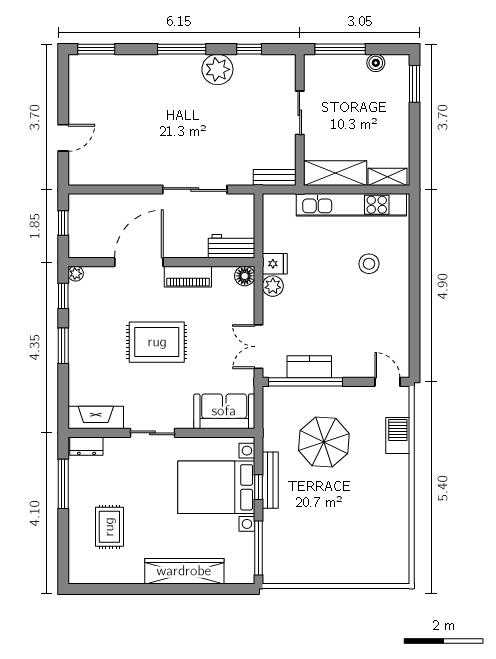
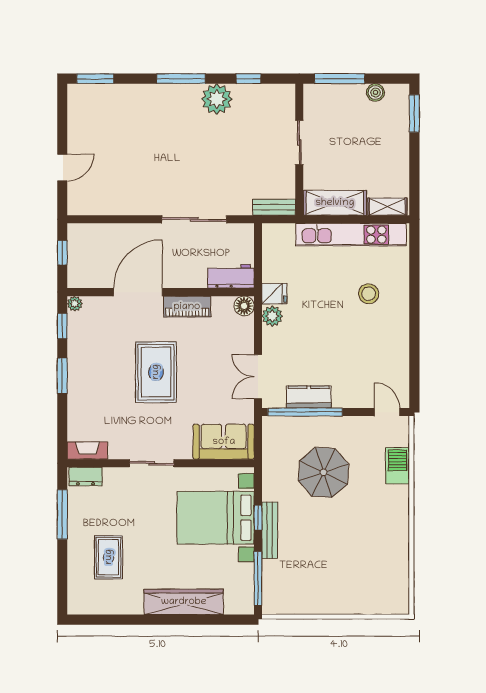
rug: (157, 342) -> (156, 372), turned 90
fireplace: (96, 418) -> (87, 451), width x0.73, depth x0.76
bench: (270, 480) -> (270, 530), moved

